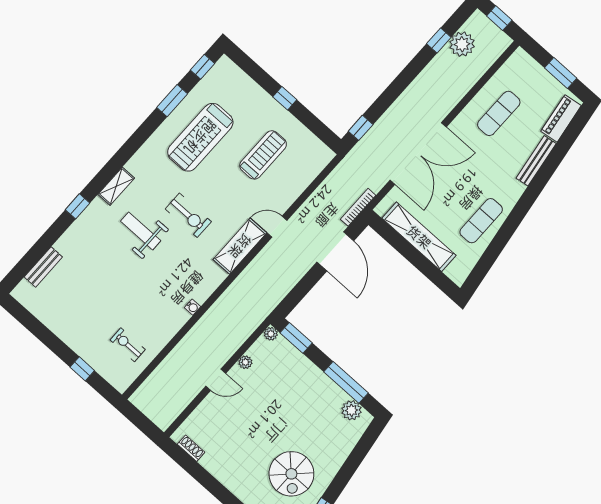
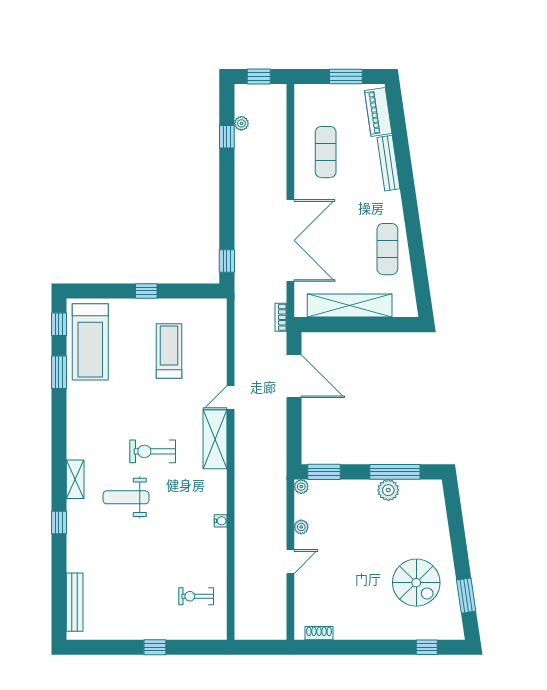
plant: (462, 44) -> (241, 123), width x0.53, depth x0.53
treadmill: (200, 137) -> (90, 342), moved
bookcase: (358, 207) -> (281, 317), width x0.64
exercise bike: (188, 215) -> (153, 451), turned 180
bench: (43, 267) -> (75, 602), width x1.36
window: (82, 369) -> (155, 647), moved
plant: (351, 410) -> (388, 490), moved

